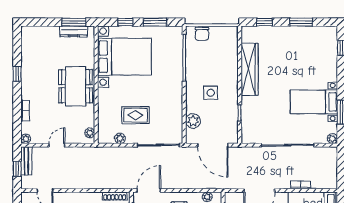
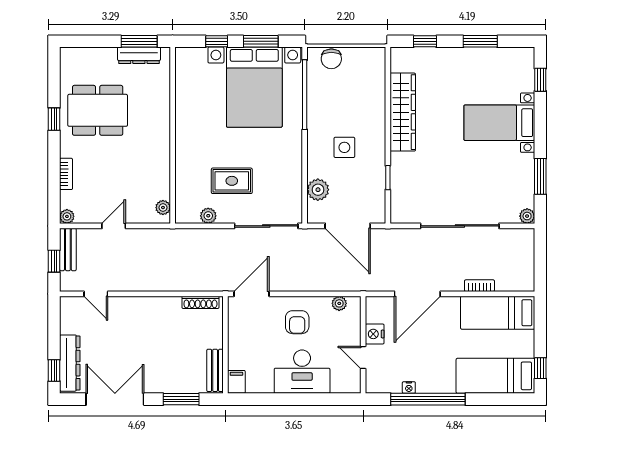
bed with nightstands: (124, 57) -> (254, 87), moved, turned 90
dining table: (76, 86) -> (98, 110), moved, turned 90
bed with nightstands: (314, 102) -> (499, 123), moved

